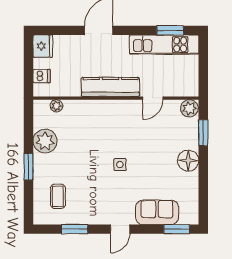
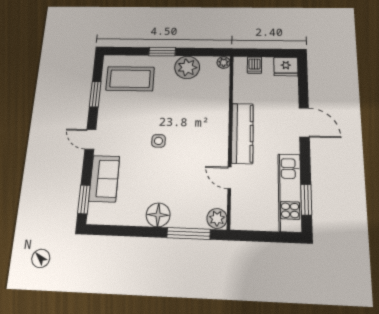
plant: (56, 106) -> (224, 62), moved
window: (203, 133) -> (189, 233), width x1.44
coffee table: (58, 196) -> (130, 79), width x1.86, depth x1.72

